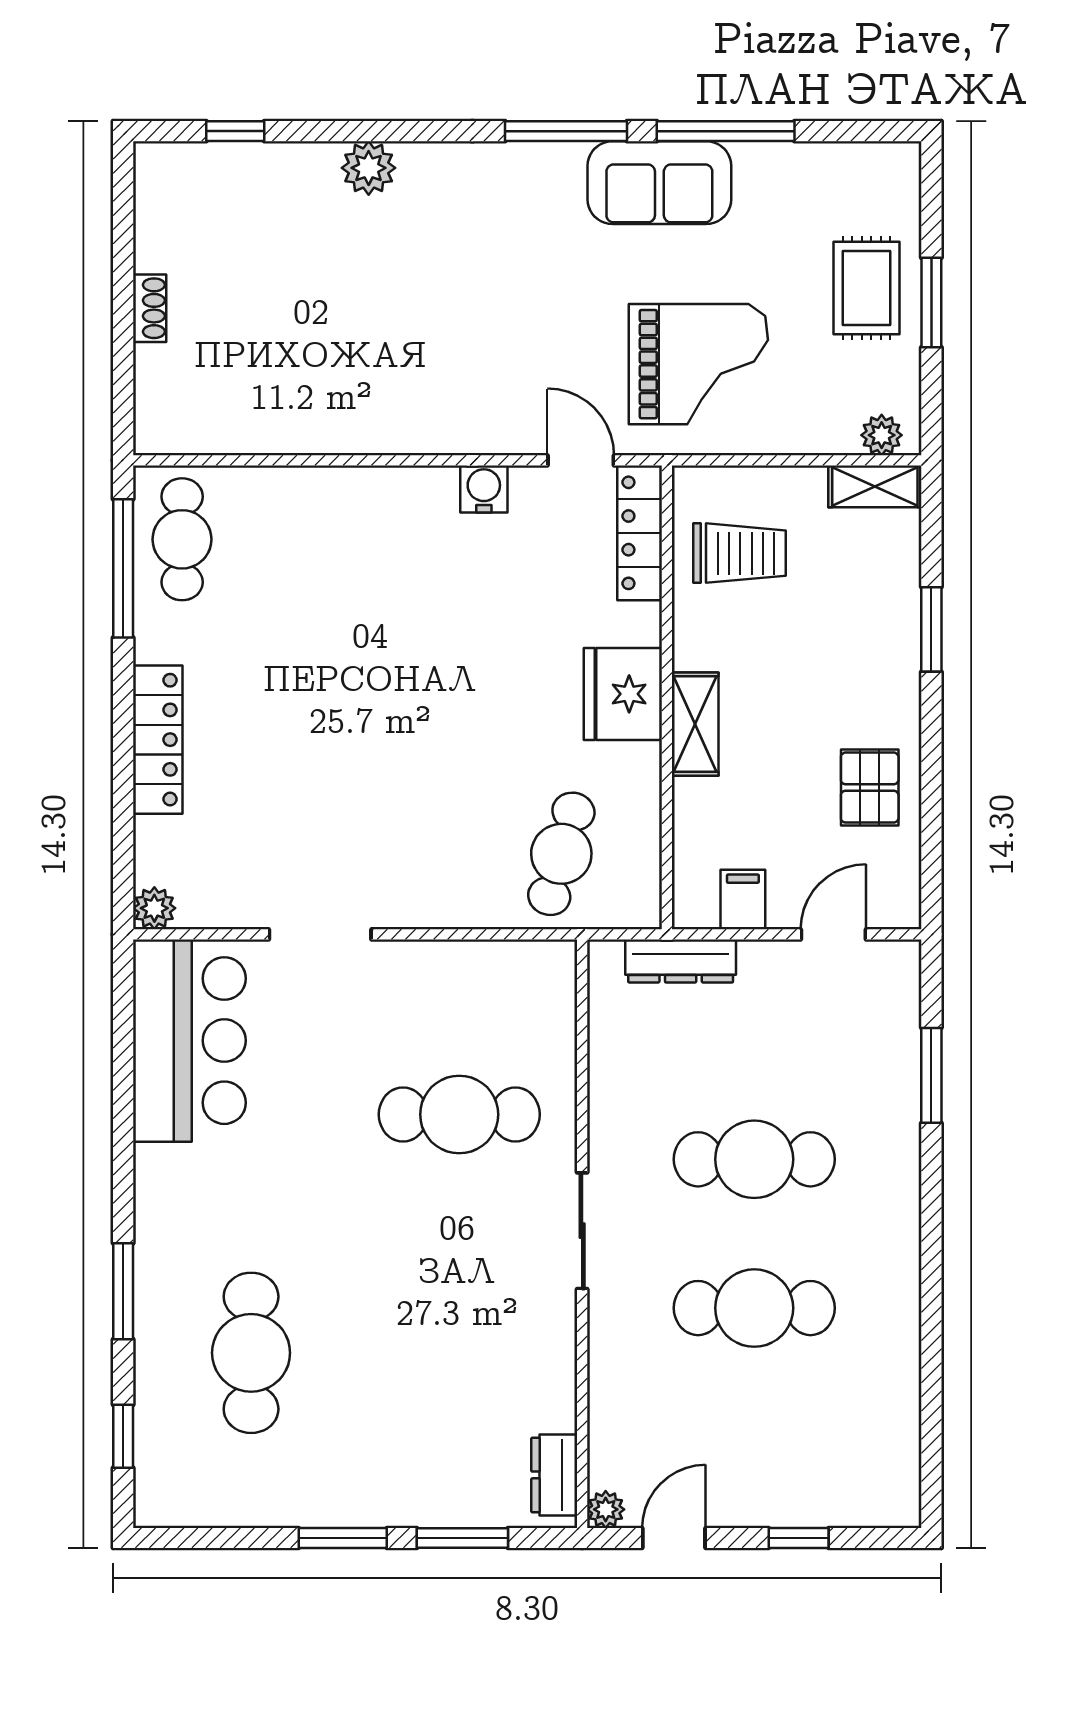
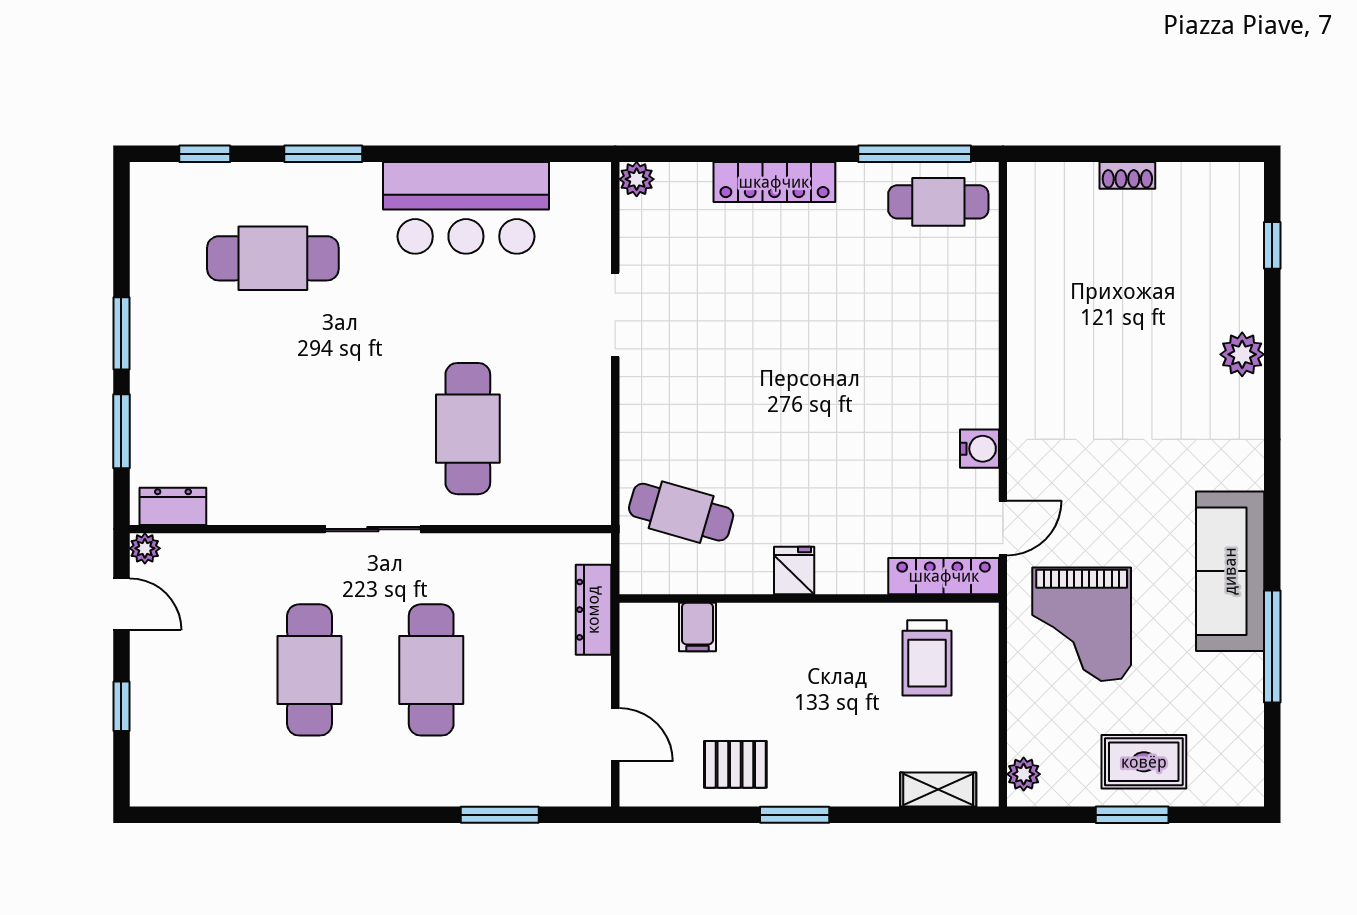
window: (566, 131) -> (1272, 516), removed
sofa: (659, 183) -> (1230, 571), width x1.36
shelving: (875, 486) -> (938, 789), moved, turned 90
window: (931, 629) -> (795, 815), moved
fridge: (623, 694) -> (794, 571), width x0.53, depth x0.75
shelving: (695, 724) -> (787, 622), removed
filing cabinet: (743, 900) -> (697, 627), moved, turned 90
bar counter: (189, 1041) -> (466, 208), moved

